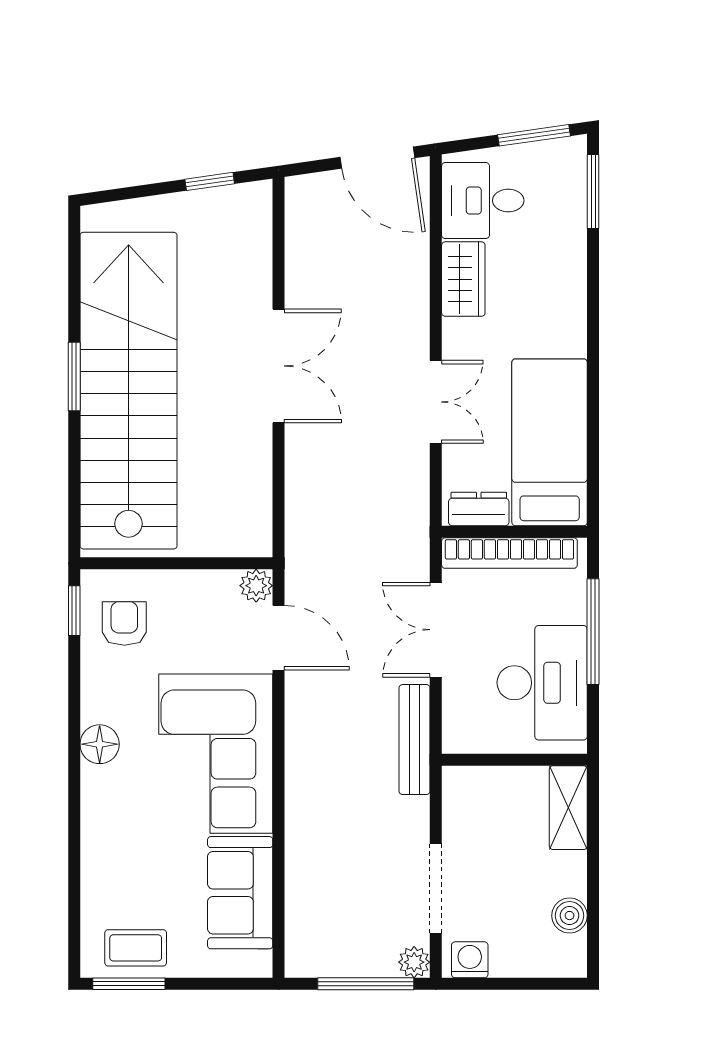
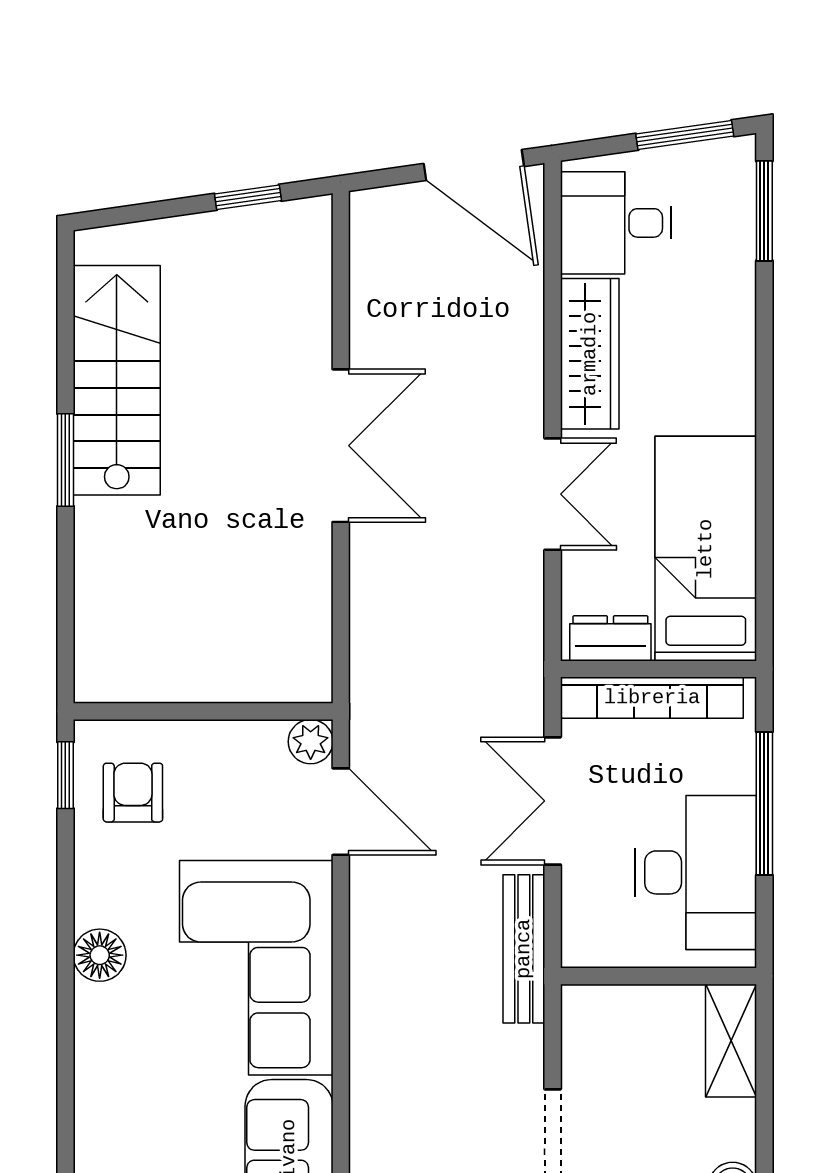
wardrobe: (463, 279) -> (590, 354), width x1.50
stairs: (129, 391) -> (117, 380), width x0.54, depth x0.66

